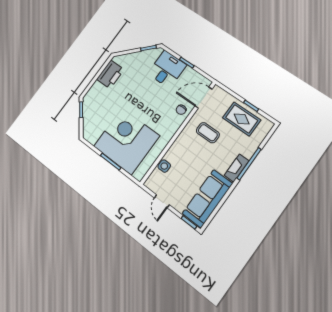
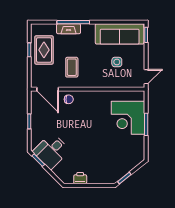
desk: (167, 69) -> (51, 151), moved, turned -45
printer: (110, 74) -> (80, 178), width x0.53, depth x0.68
corner desk: (126, 141) -> (128, 118), width x0.74, depth x0.74
side table: (164, 166) -> (117, 62), moved
fireplace: (237, 168) -> (69, 29), moved
door: (162, 201) -> (146, 77), moved

